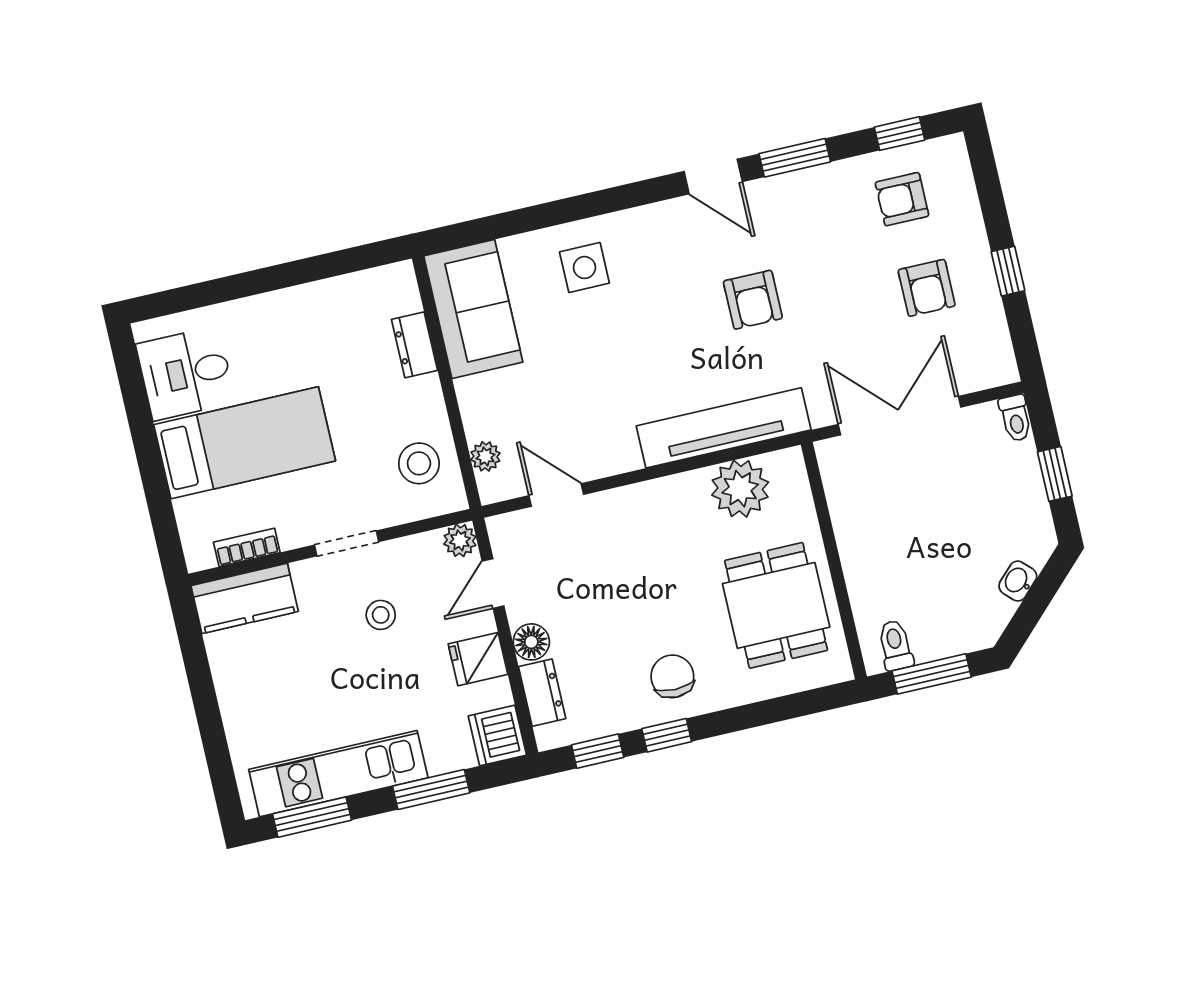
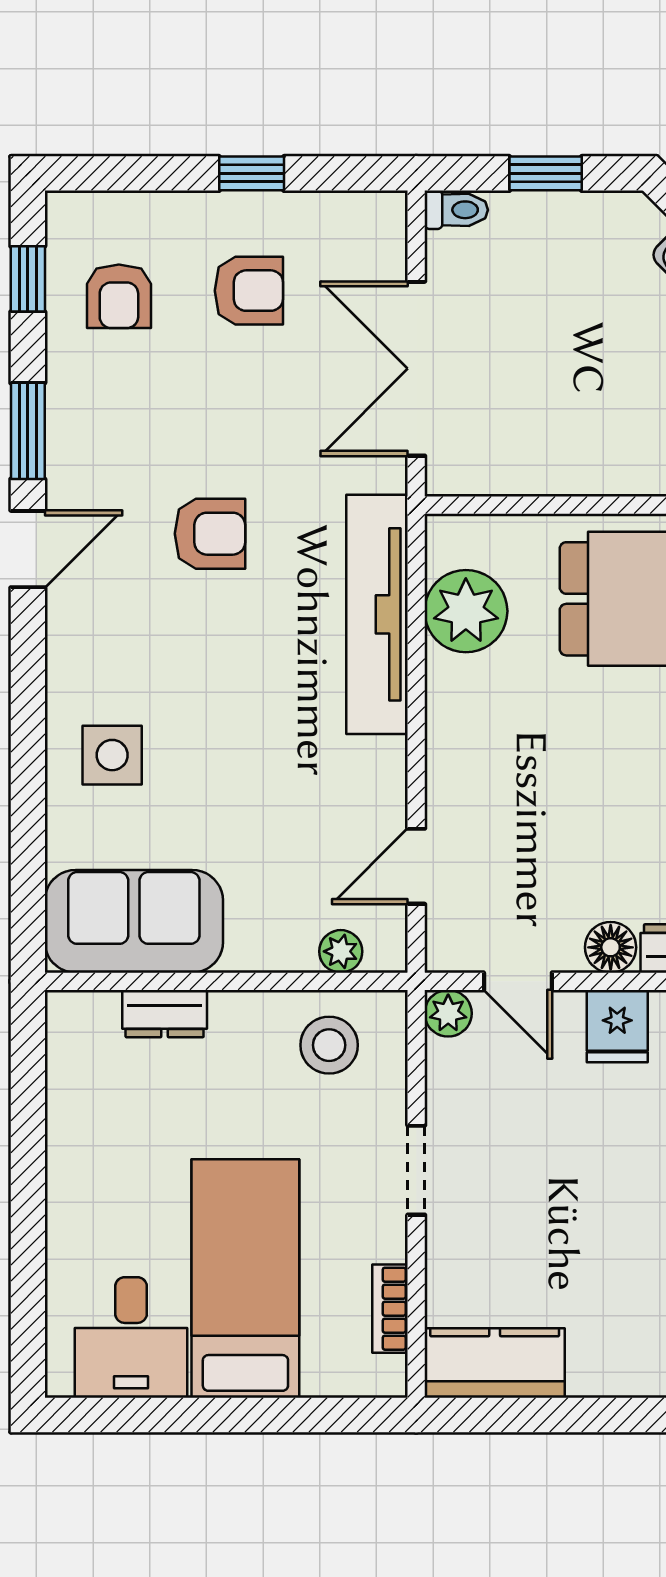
kitchen counter: (245, 598) -> (495, 1363), moved, turned -90
stool: (381, 615) -> (526, 1146), removed

